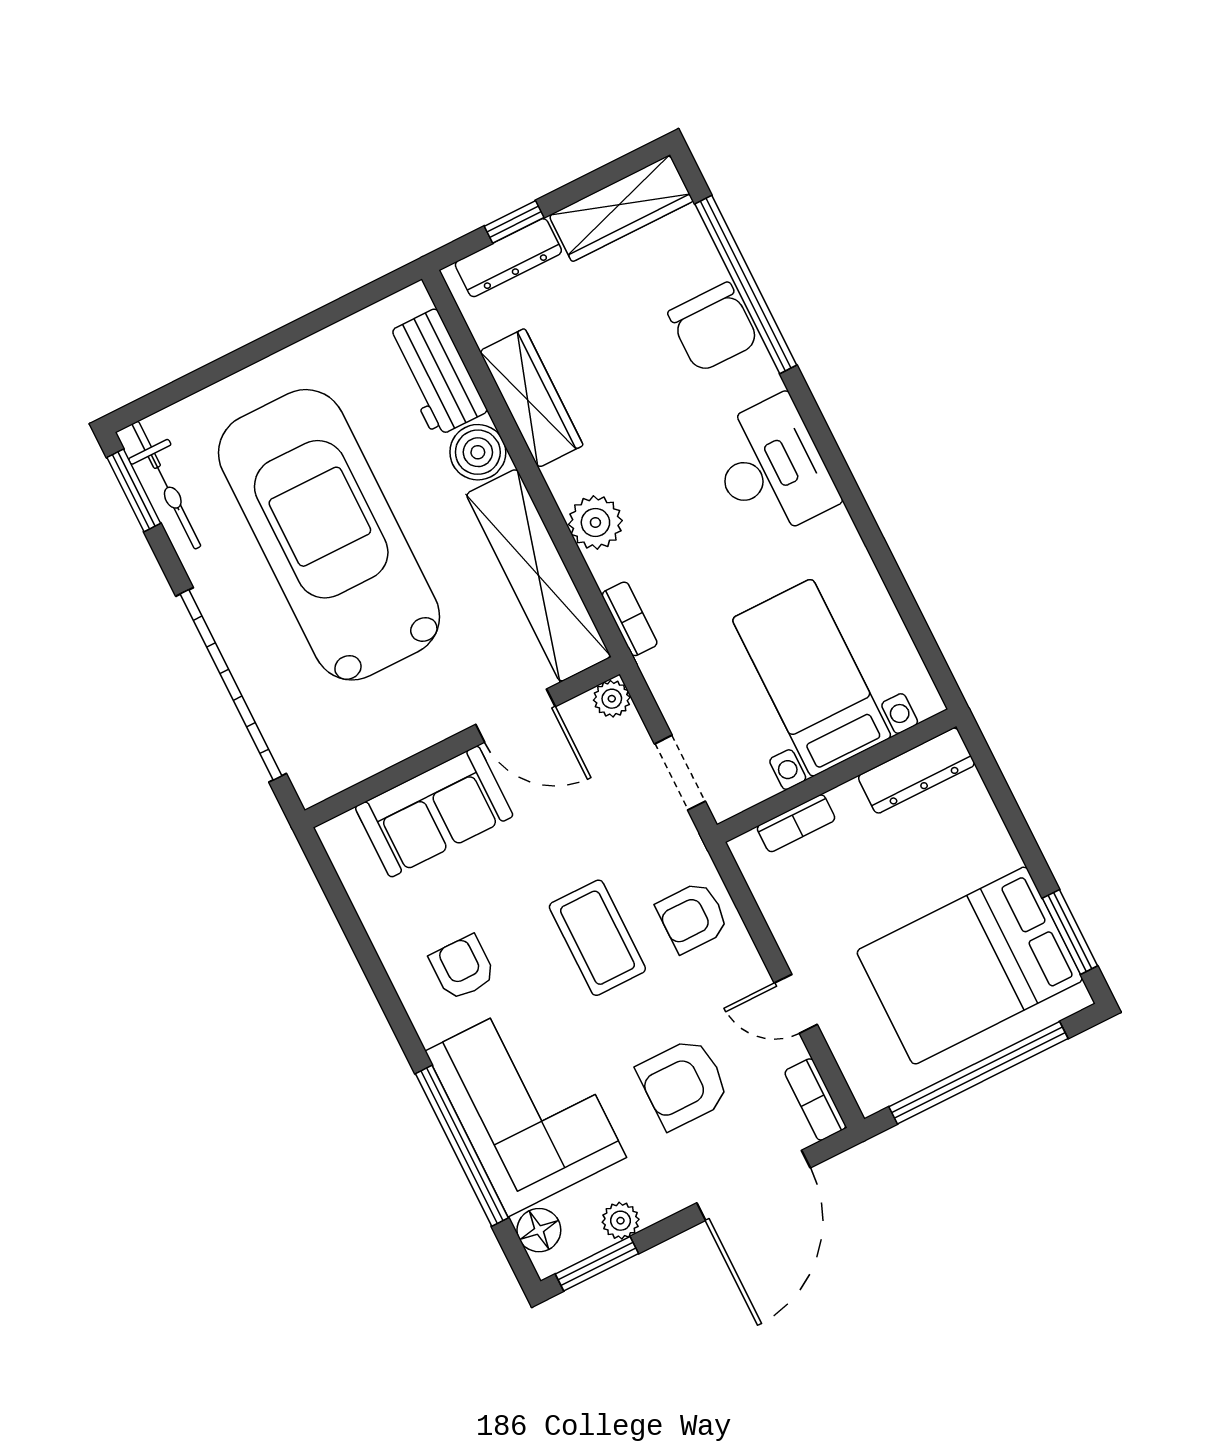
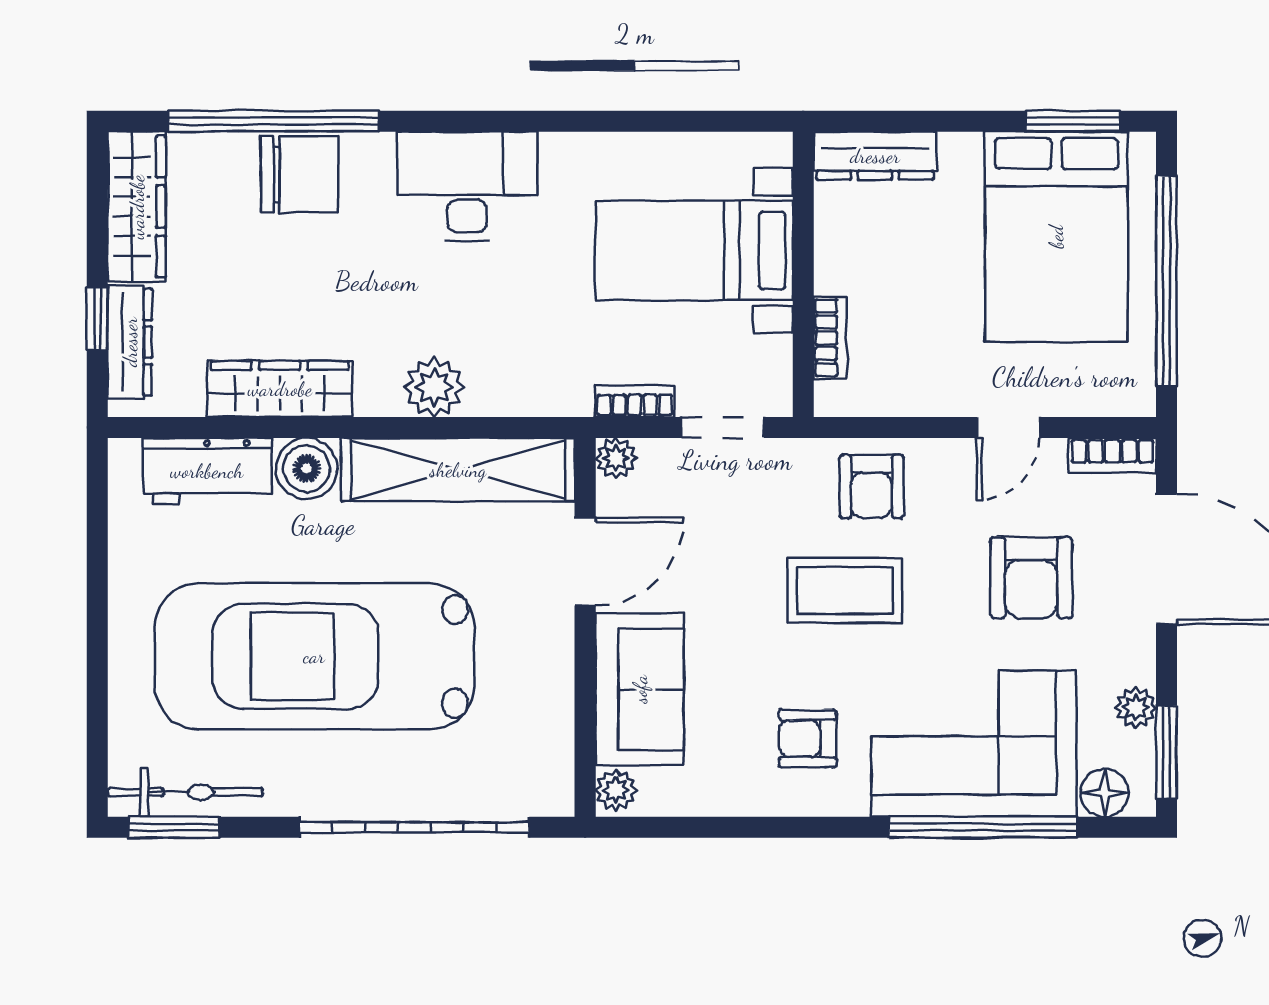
bookcase: (630, 619) -> (635, 401), moved
dresser: (916, 771) -> (875, 156), moved, turned 90
plant: (343, 833) -> (616, 790), added

